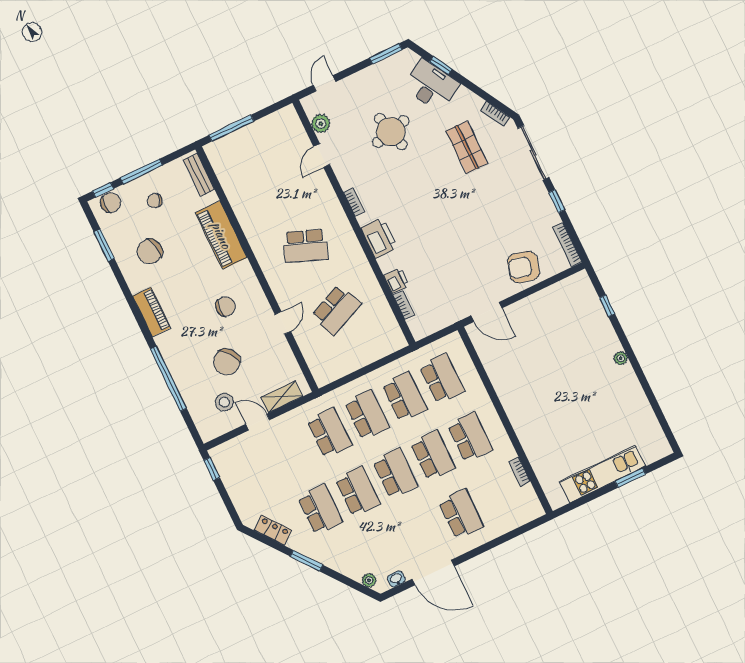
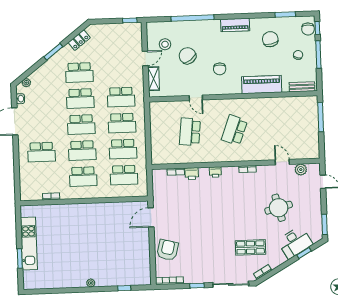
printer: (379, 238) -> (215, 172), width x0.53, depth x0.68
school desk: (336, 310) -> (190, 132), turned 30

